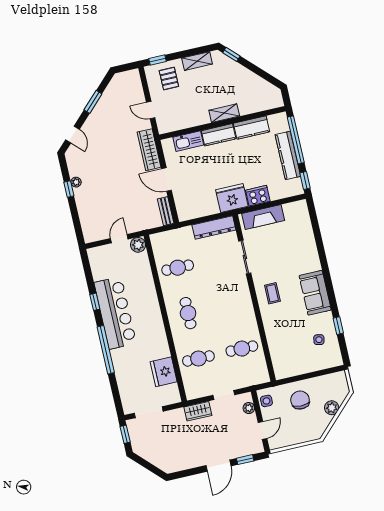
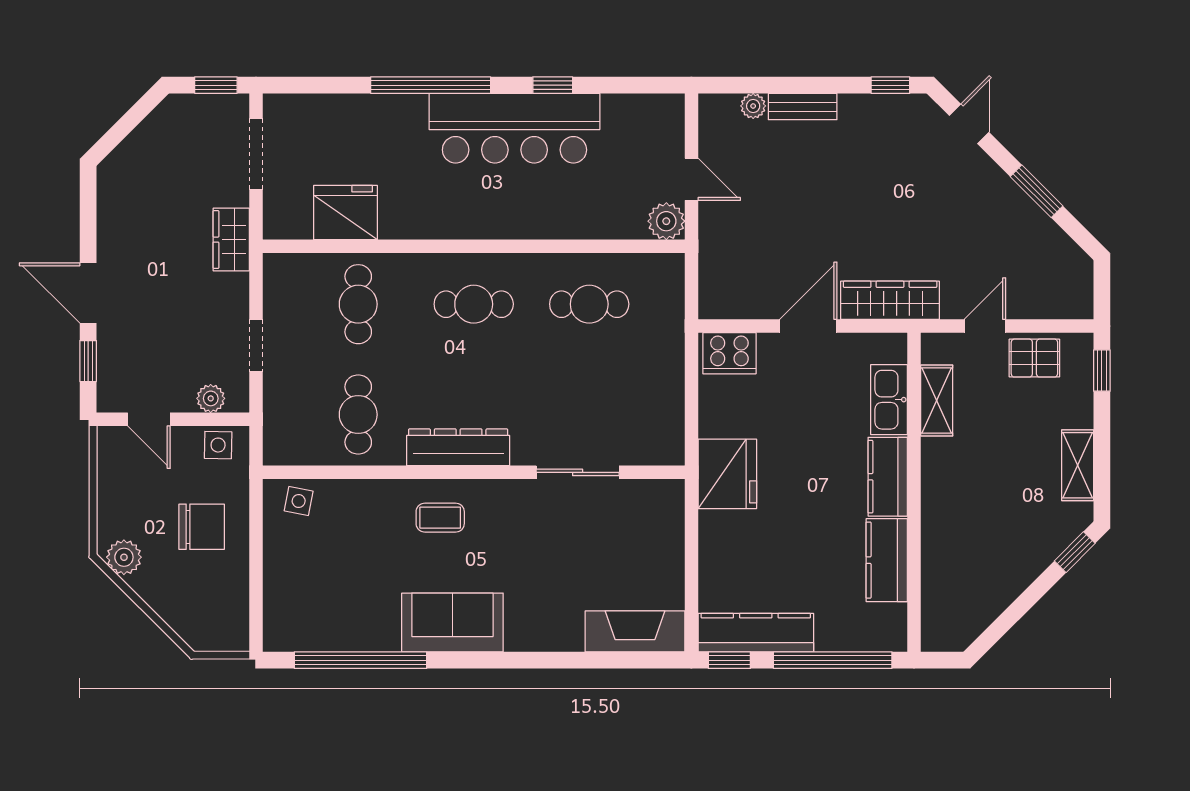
pallet: (169, 79) -> (1034, 358), moved
shelving: (224, 113) -> (937, 401), moved
door: (73, 134) -> (969, 124), swing flipped
kitchen counter: (288, 155) -> (756, 633), moved
plant: (76, 182) -> (753, 106), moved
window: (69, 189) -> (890, 85), moved
cooker: (258, 196) -> (729, 353), moved, turned 90
bench: (166, 211) -> (803, 107), moved
fireplace: (263, 217) -> (635, 631), moved, turned 90
dresser: (214, 227) -> (458, 447), moved, turned 90
cafe table: (178, 268) -> (589, 304), turned 90
coffee table: (272, 293) -> (440, 518), moved
window: (338, 326) -> (361, 660), width x3.17
side table: (319, 340) -> (299, 501), moved
plant: (332, 408) -> (124, 557), moved
wardrobe: (198, 411) -> (231, 240), moved

